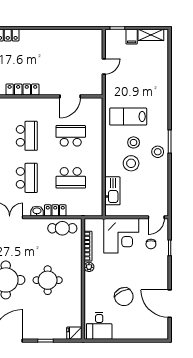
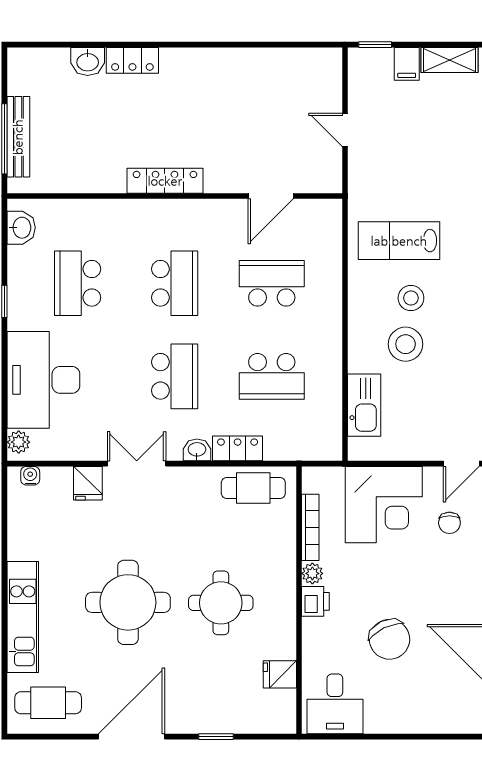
door: (104, 67) -> (345, 130), swing flipped
stool: (158, 152) -> (464, 319), removed
printer: (90, 279) -> (315, 601), added
fridge: (74, 333) -> (280, 674), moved

